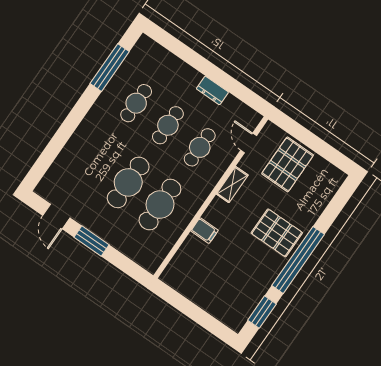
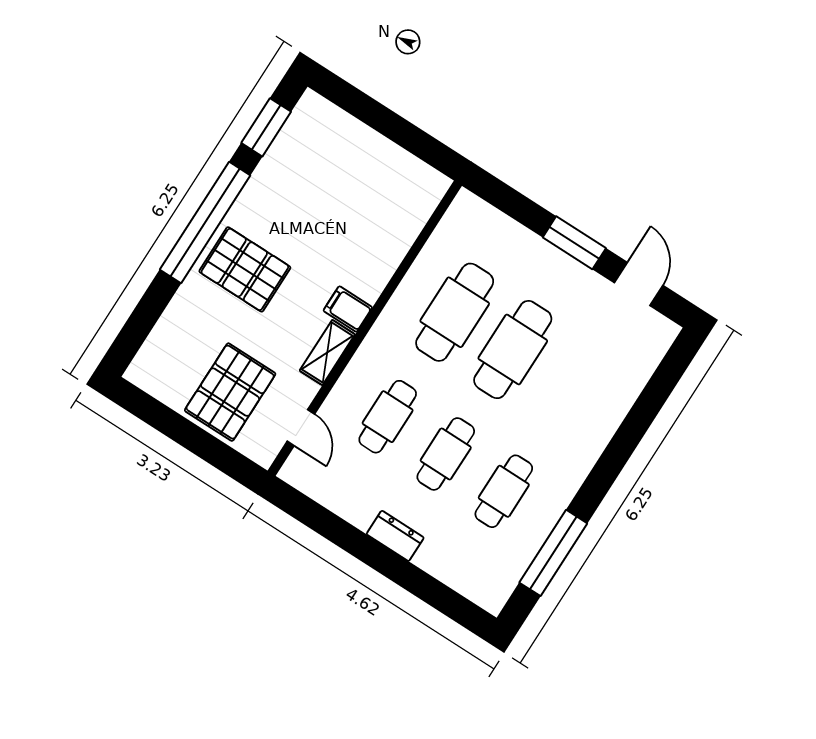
dresser: (212, 90) -> (395, 536), moved
filing cabinet: (205, 231) -> (348, 309), moved

